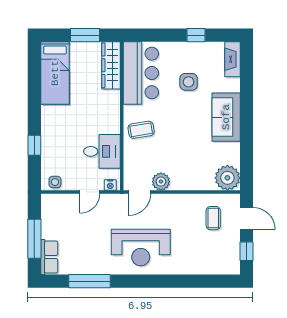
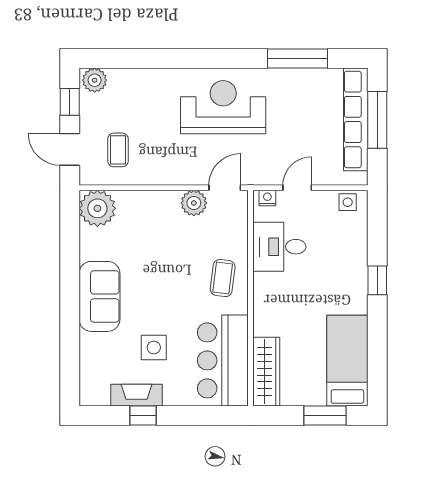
window: (85, 35) -> (325, 415), moved
fireplace: (232, 59) -> (137, 395), moved, turned -90
coffee table: (141, 130) -> (223, 278), turned -74
window: (34, 145) -> (377, 280), moved
row of seats: (49, 257) -> (356, 119), width x2.02
plant: (229, 266) -> (95, 80), added

